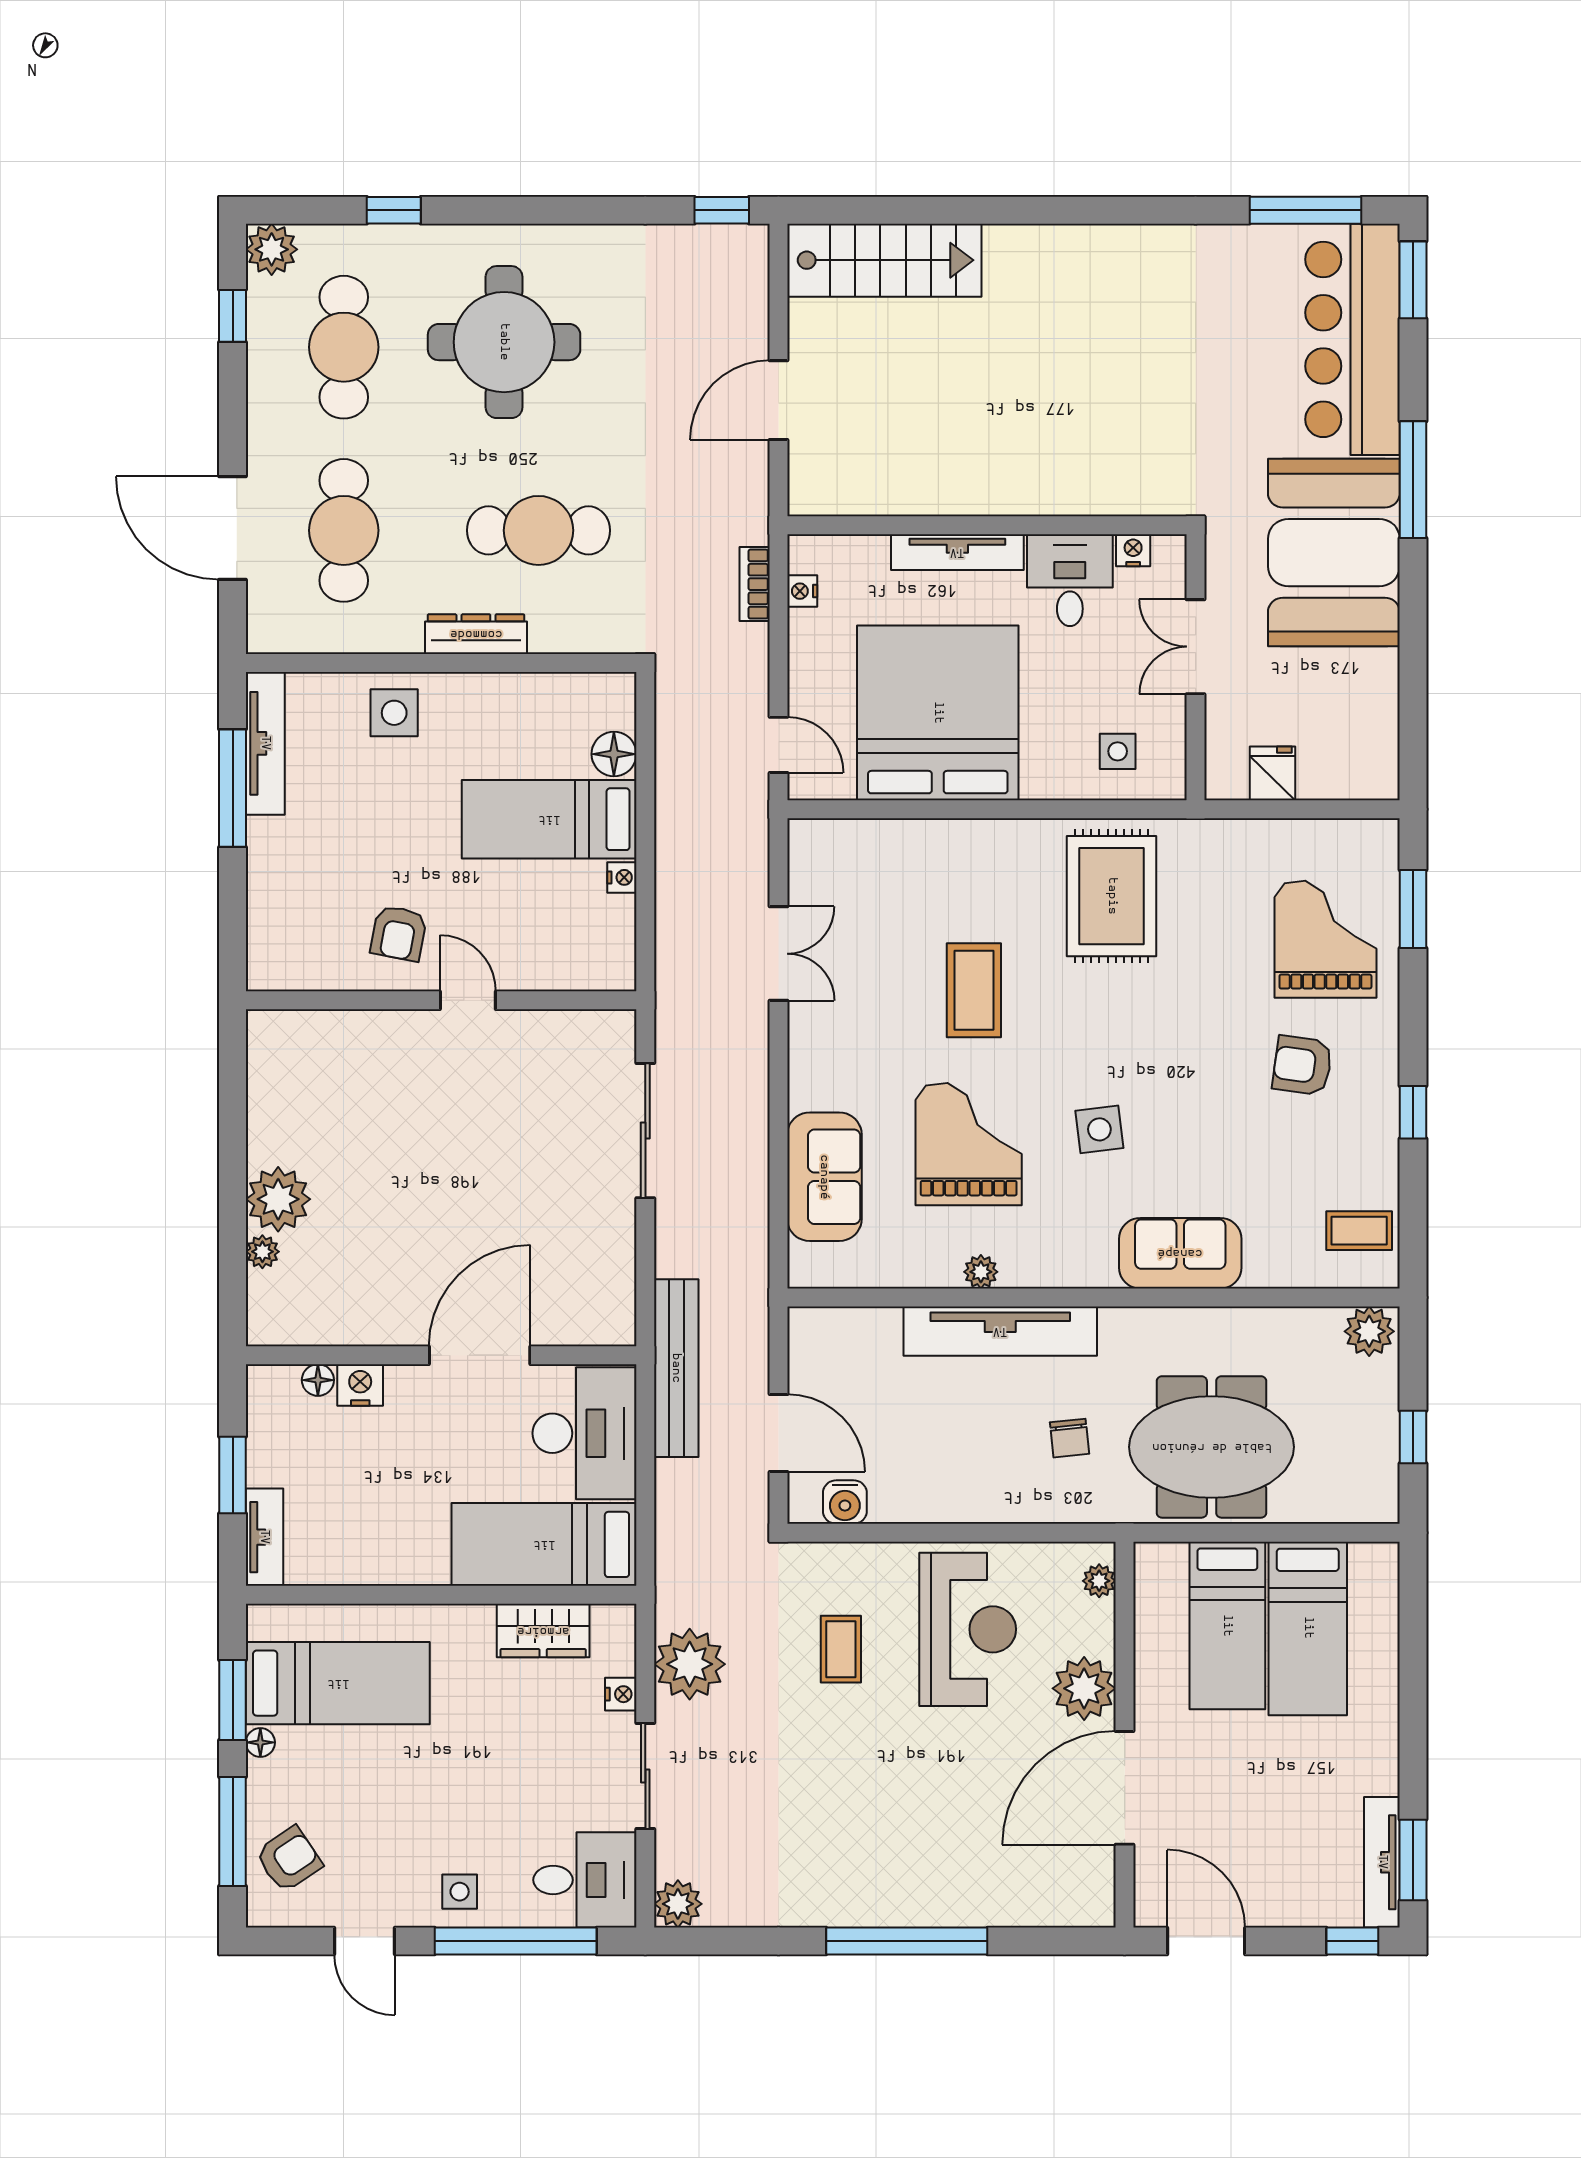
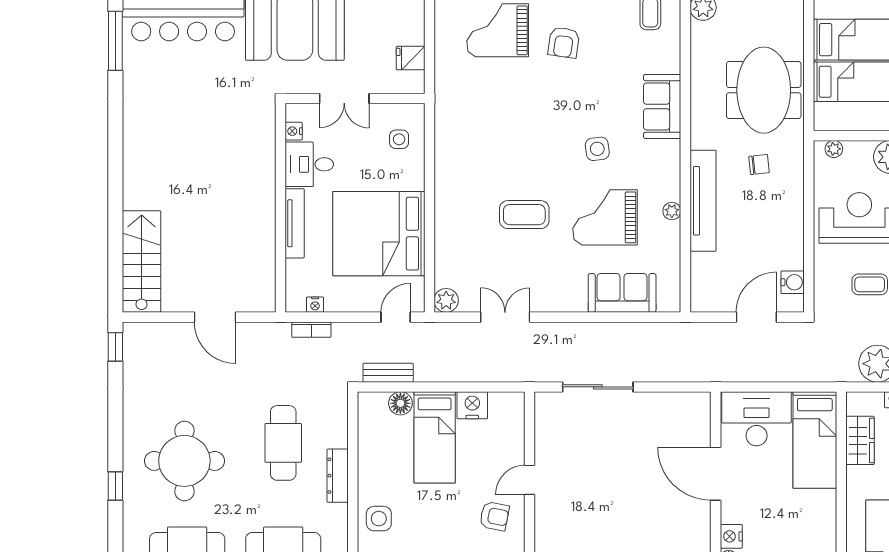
window: (394, 210) -> (115, 486), moved
plant: (810, 841) -> (446, 300), added
nightstand: (622, 877) -> (472, 405), width x1.89, depth x1.79
rug: (1112, 896) -> (475, 142), removed
bench: (676, 1368) -> (388, 373), moved, width x0.54, depth x0.82

